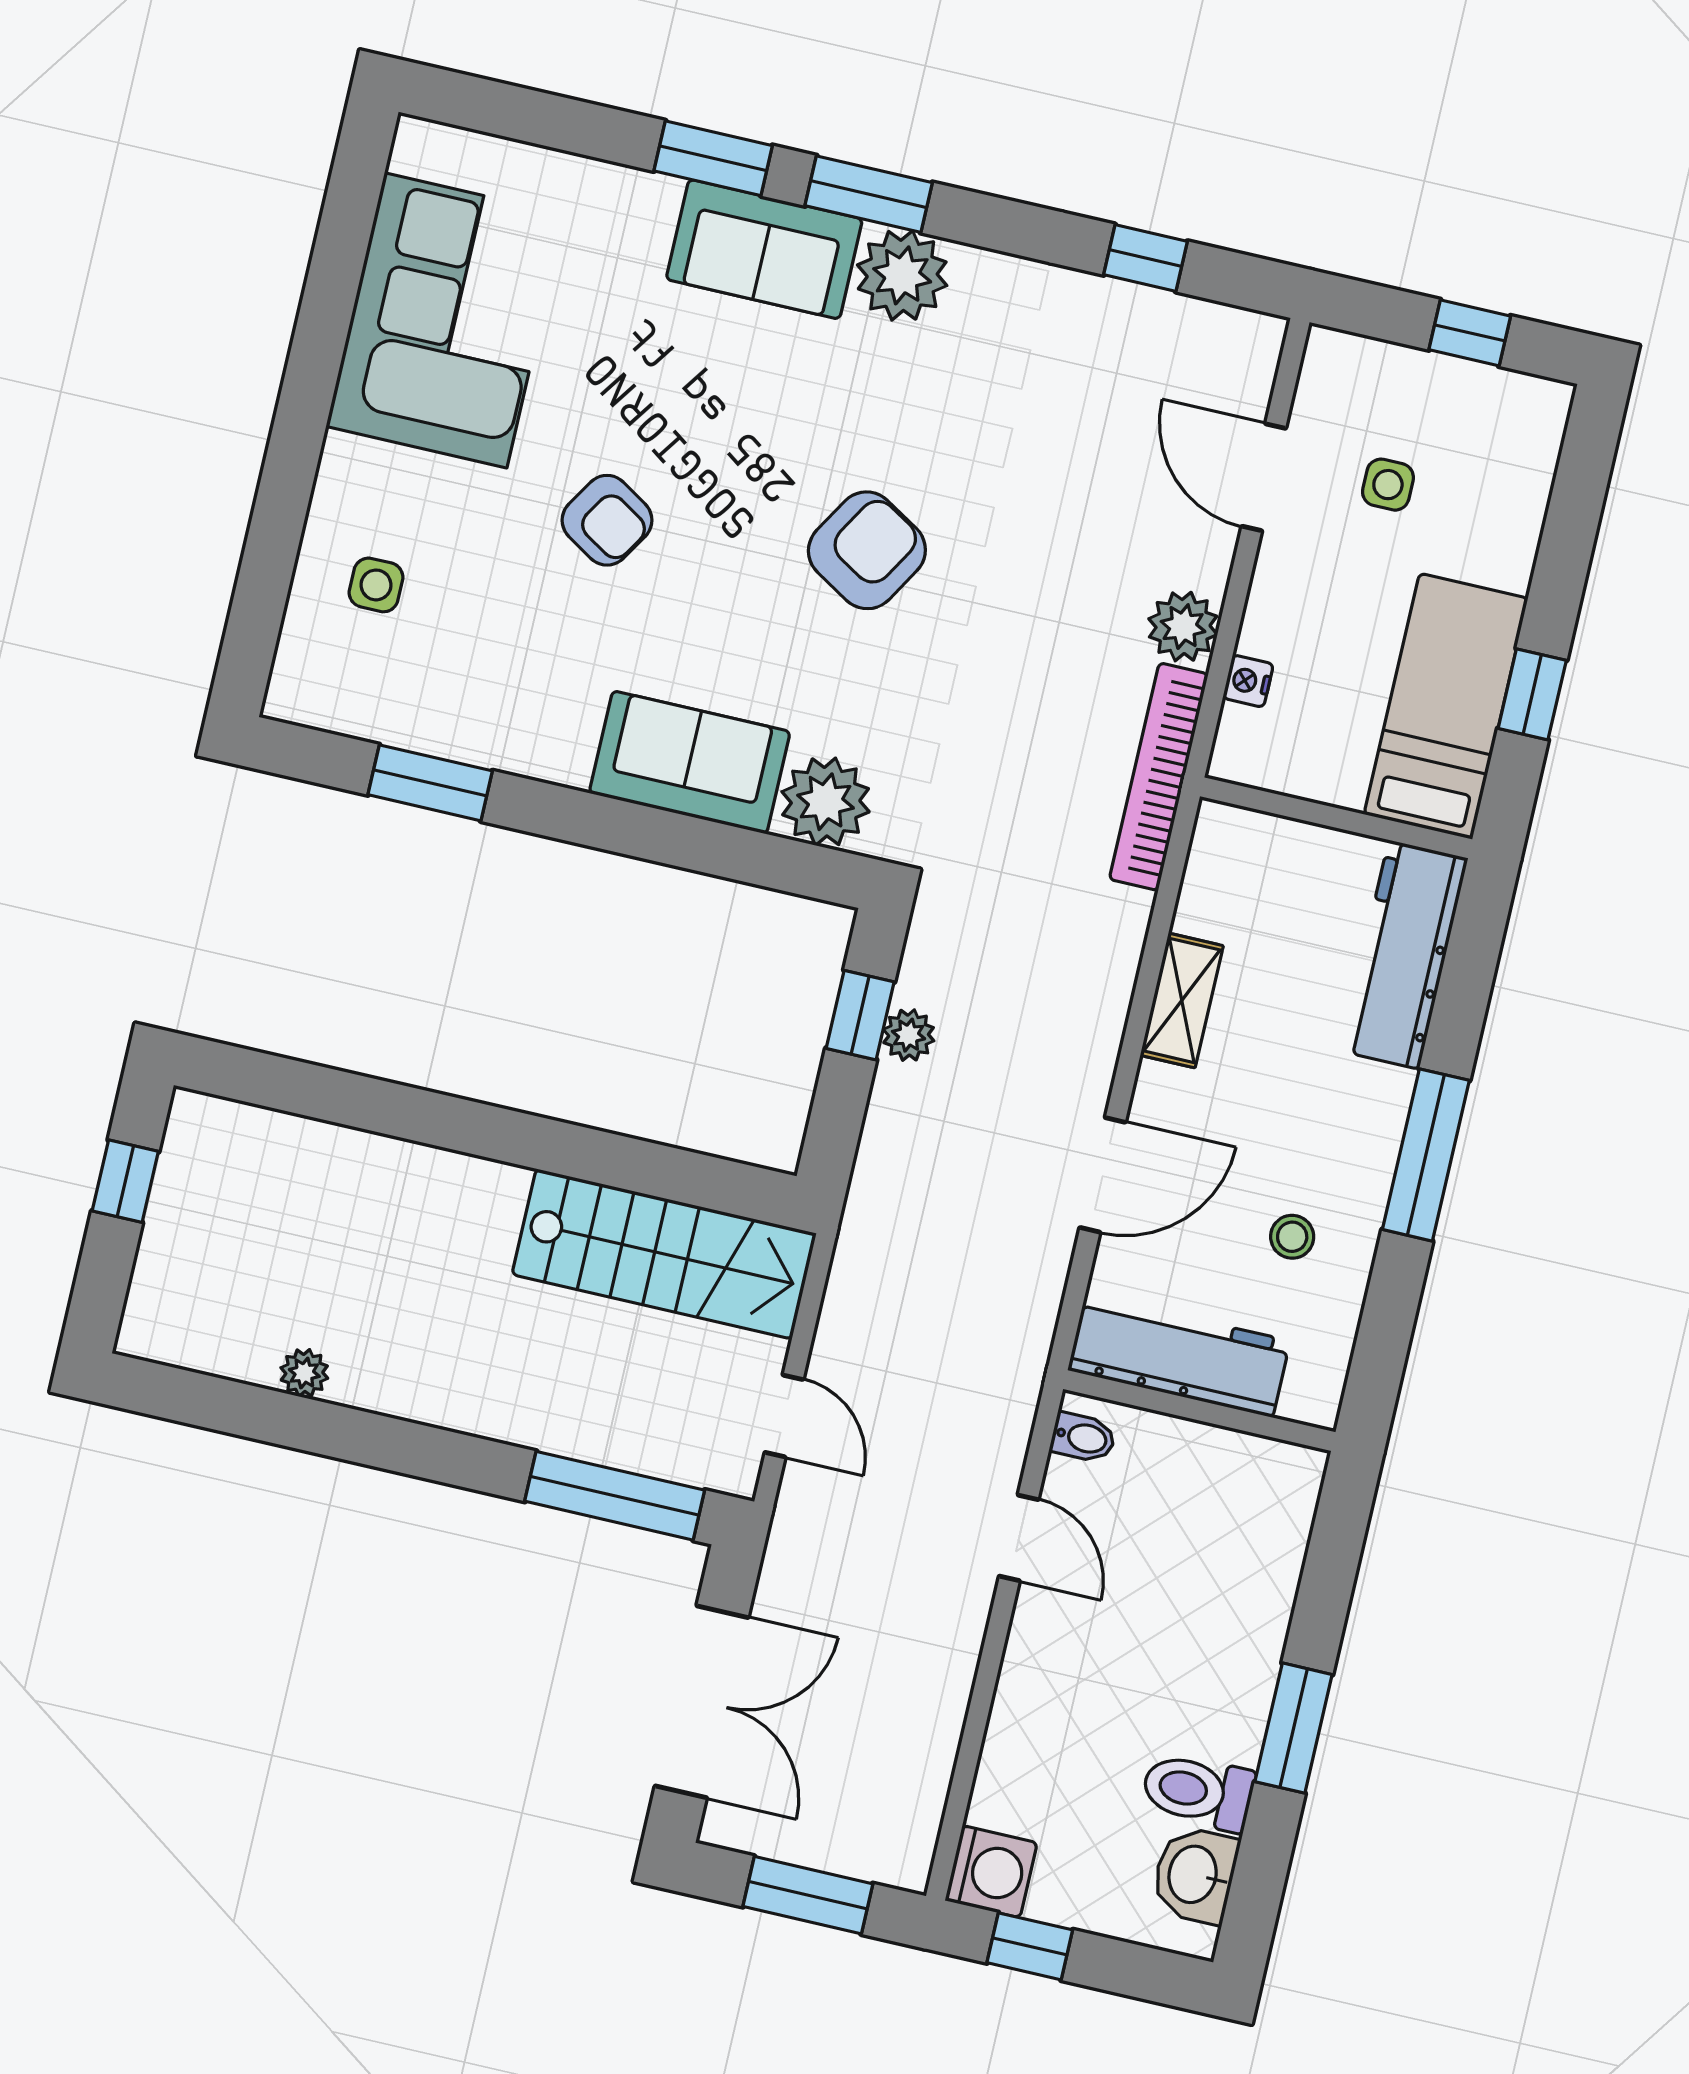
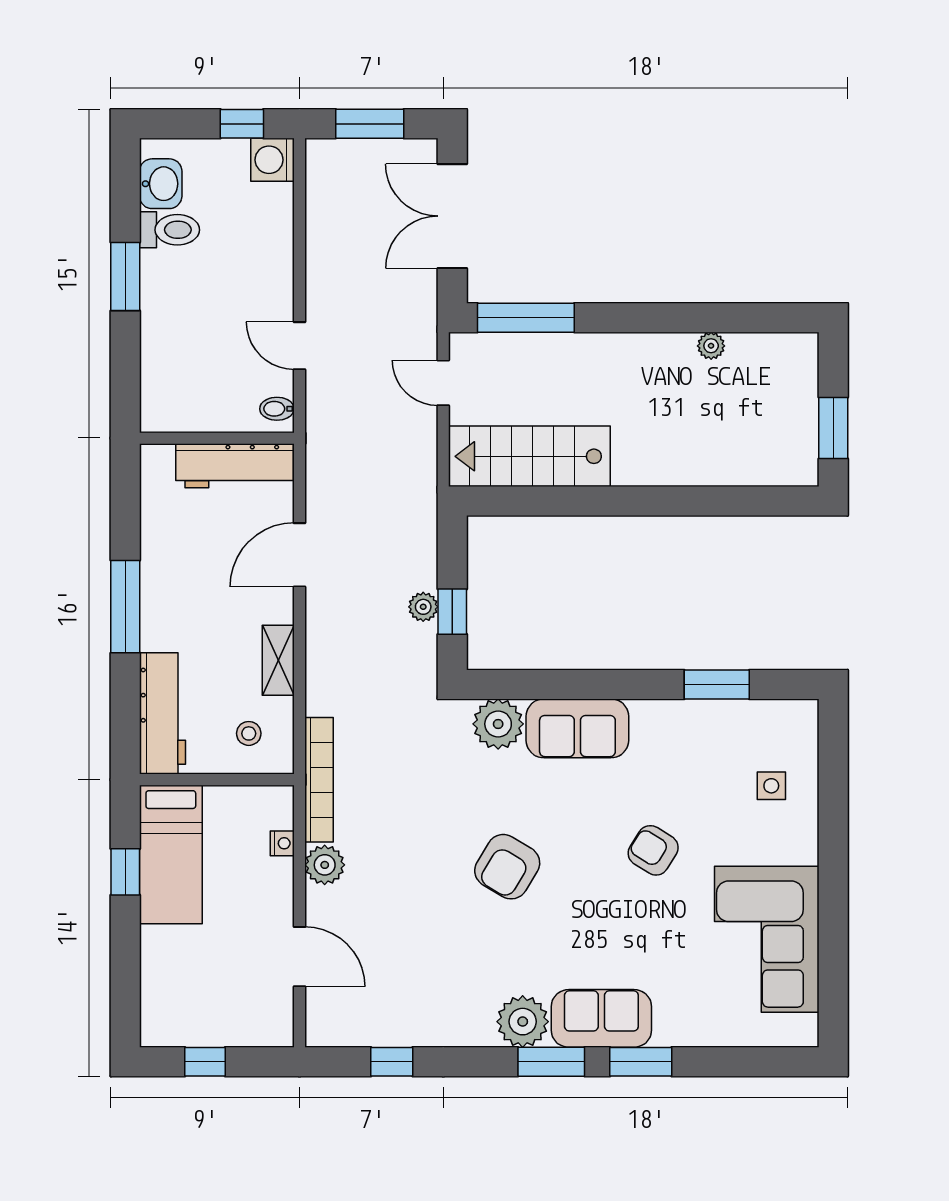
side table: (1388, 485) -> (231, 968), removed
window: (125, 1181) -> (833, 428), width x1.50
stool: (1292, 1237) -> (249, 733), moved

